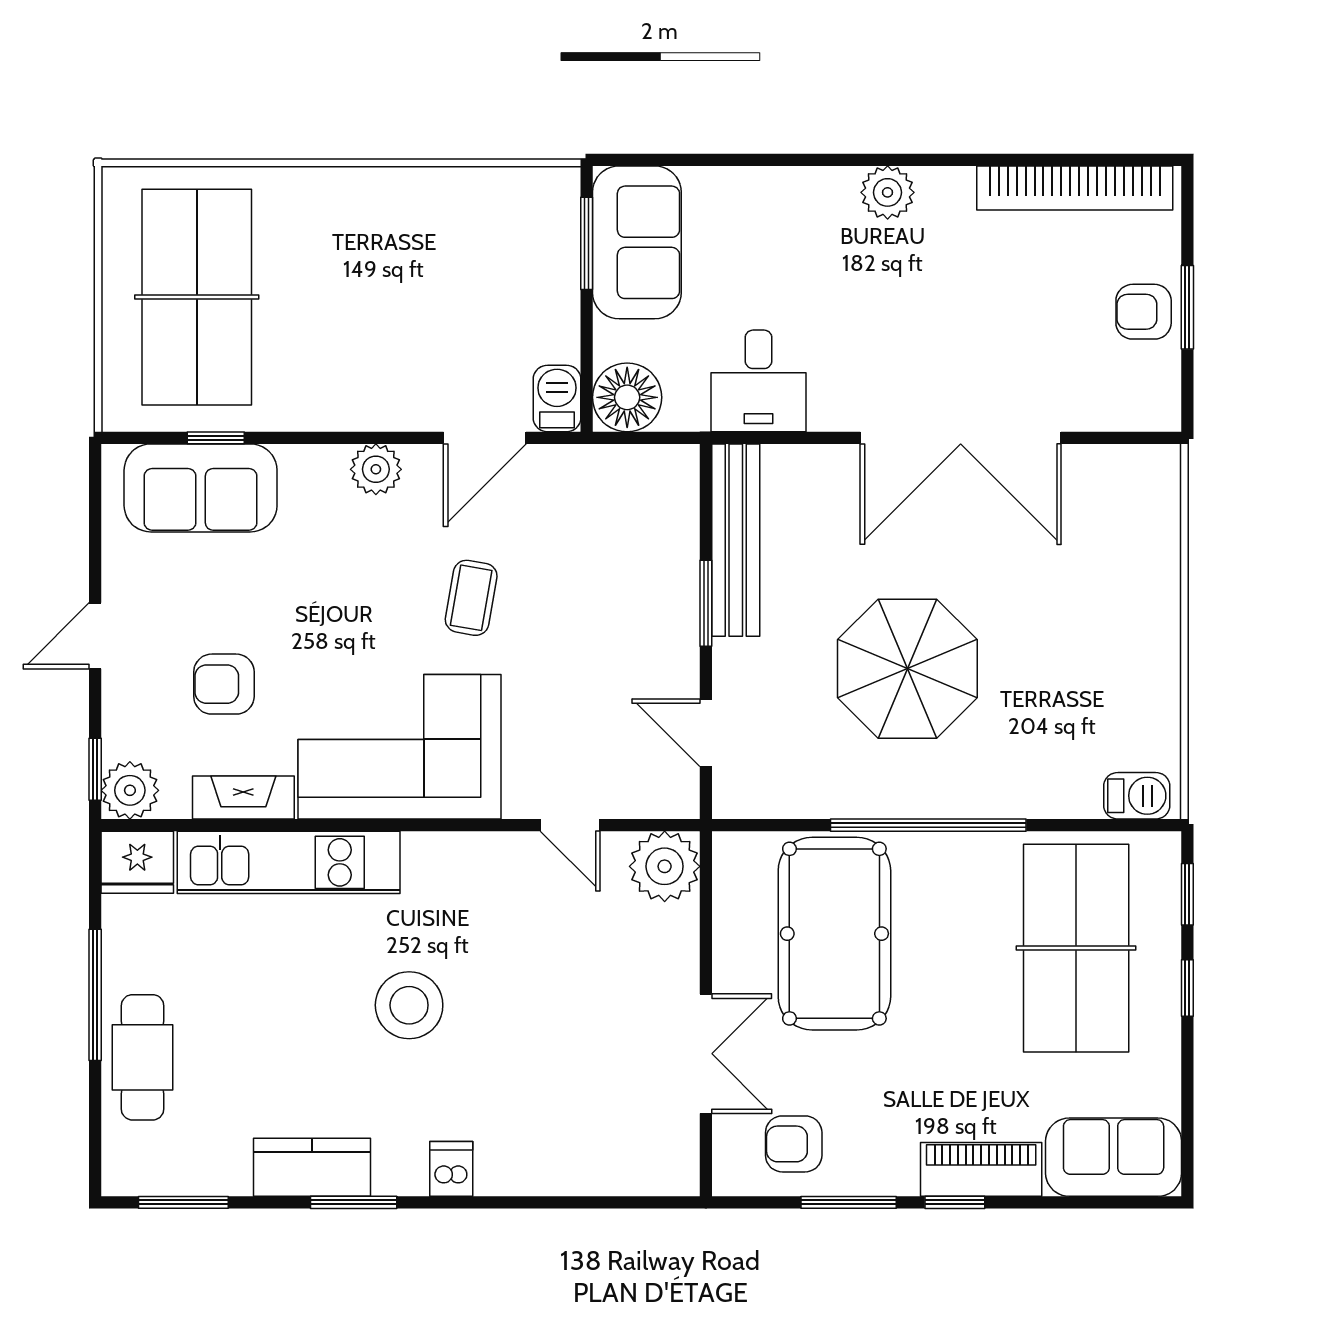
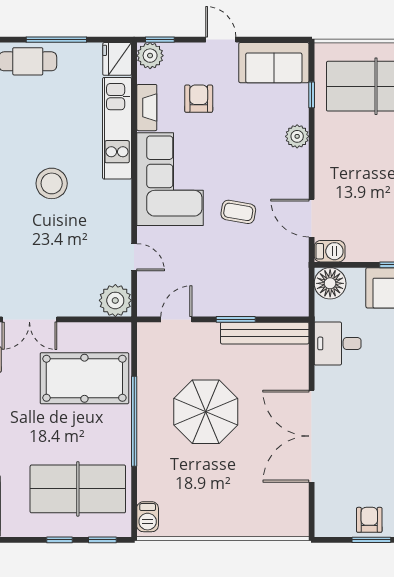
plant: (376, 469) -> (297, 136), moved
sofa: (201, 488) -> (274, 63), moved, turned -90
door: (570, 825) -> (134, 257), swing flipped

